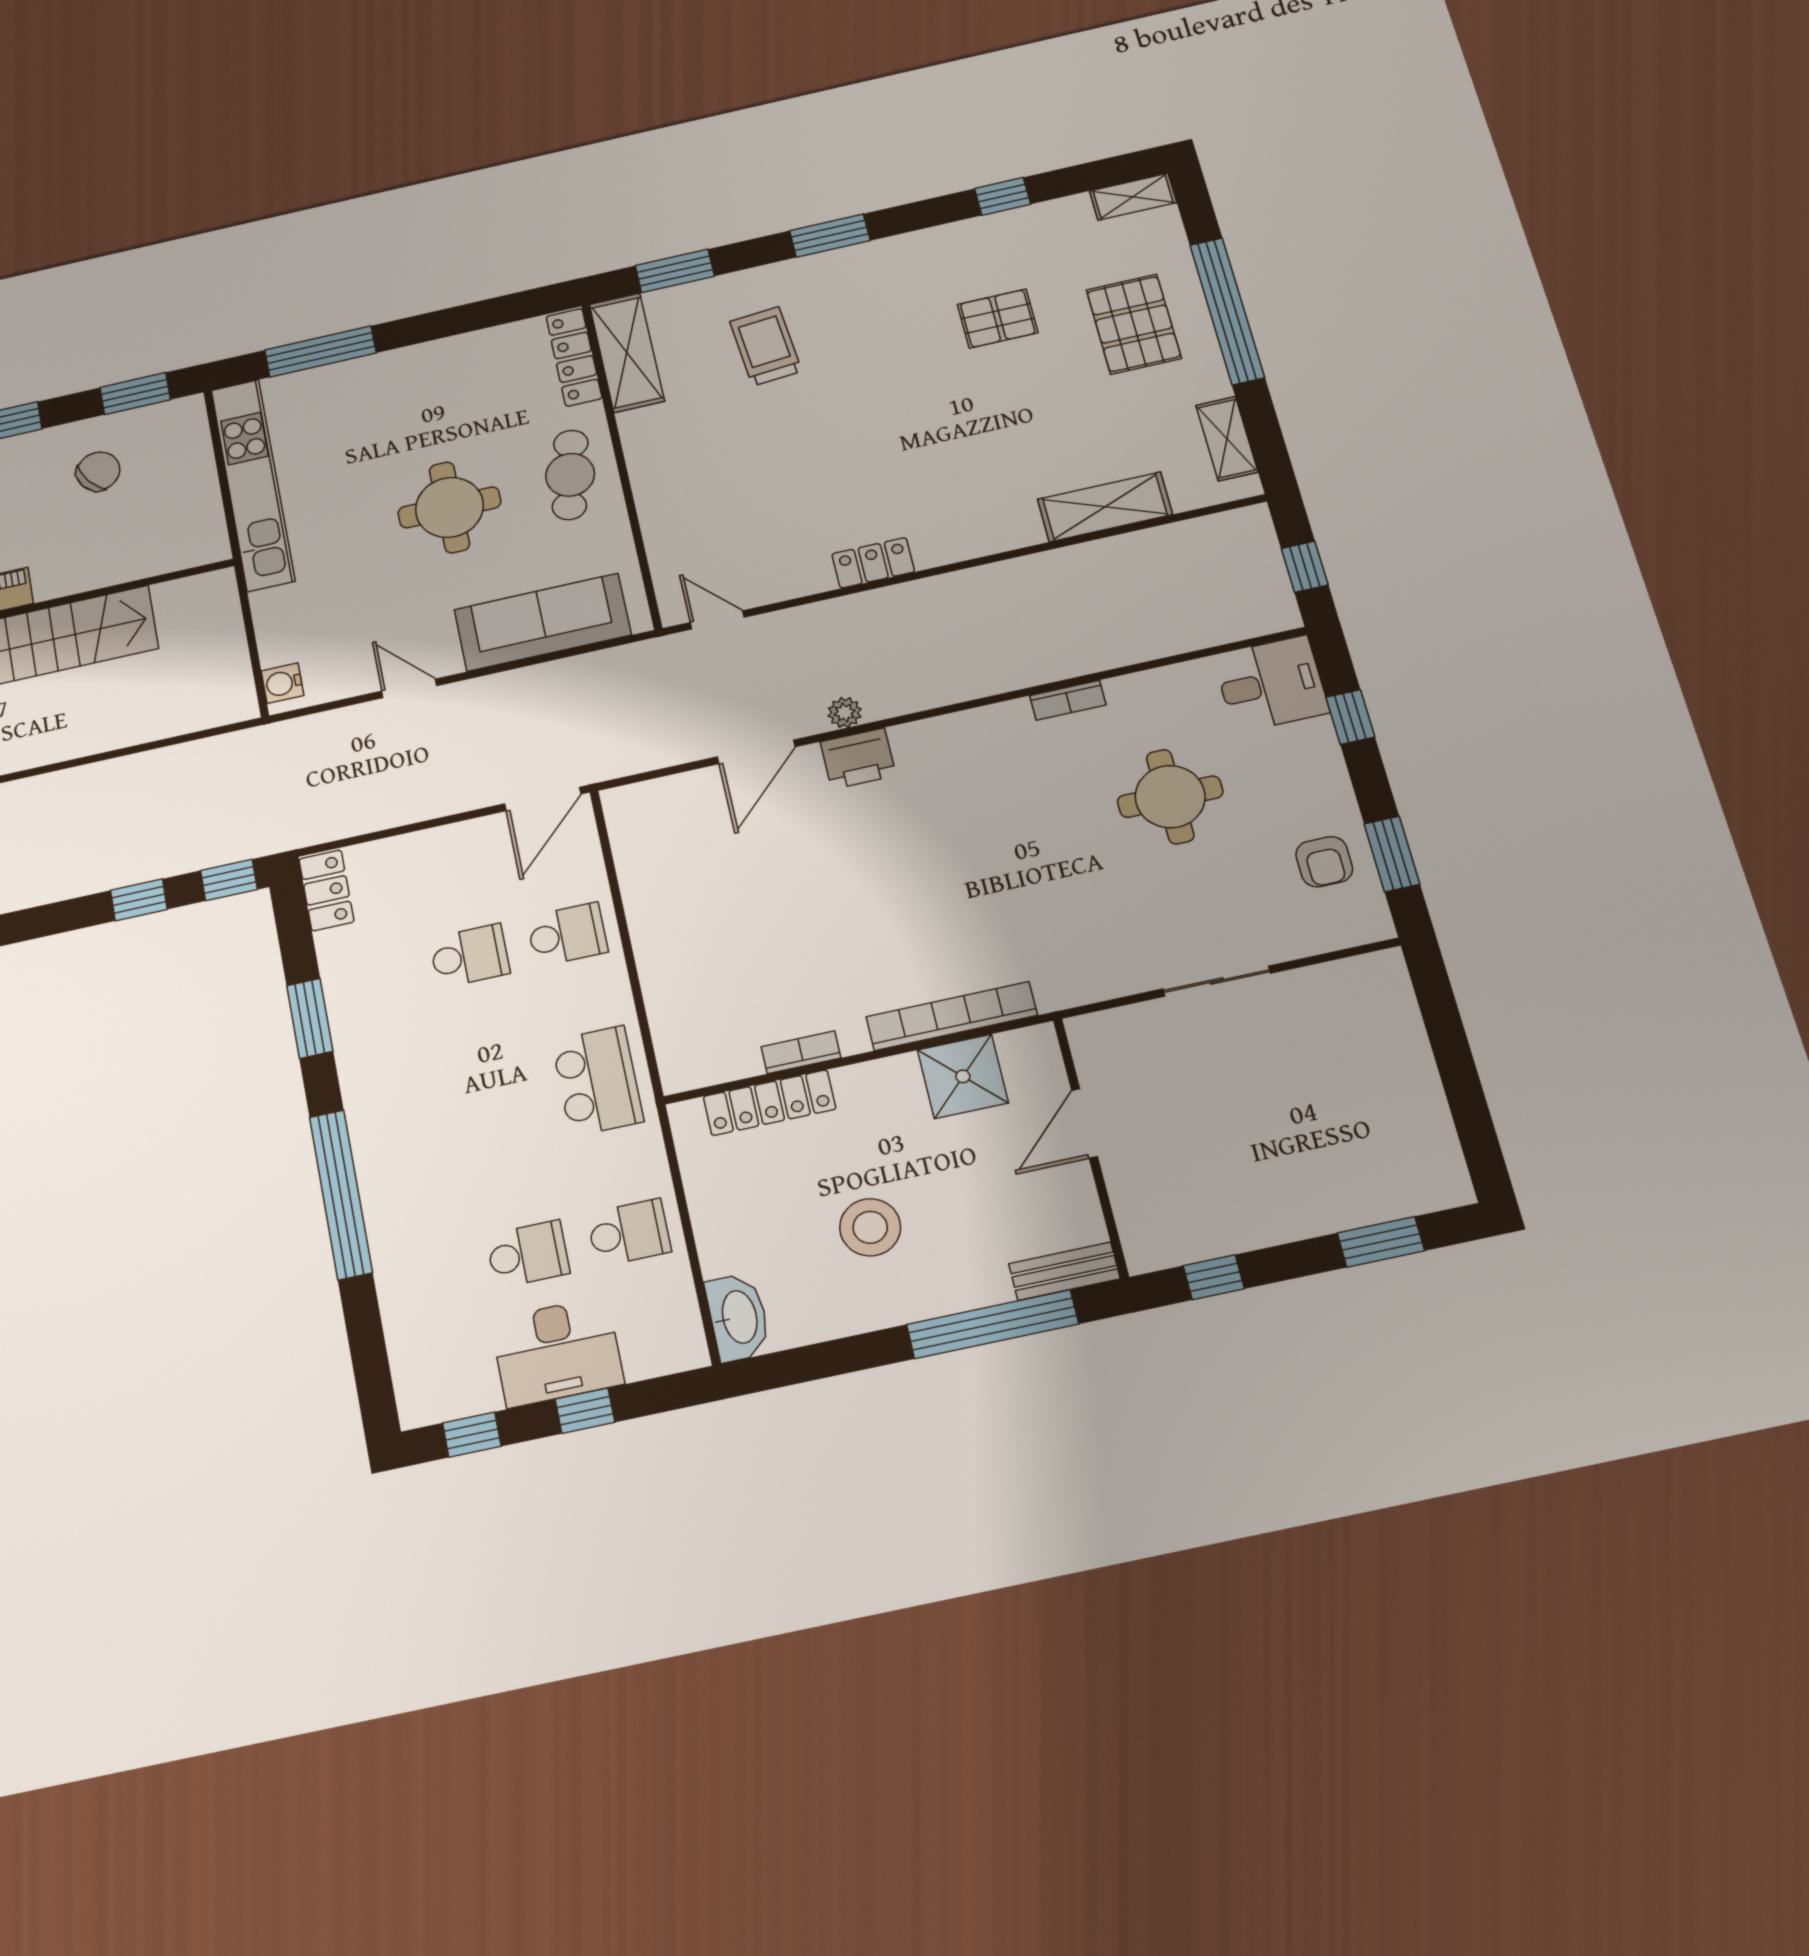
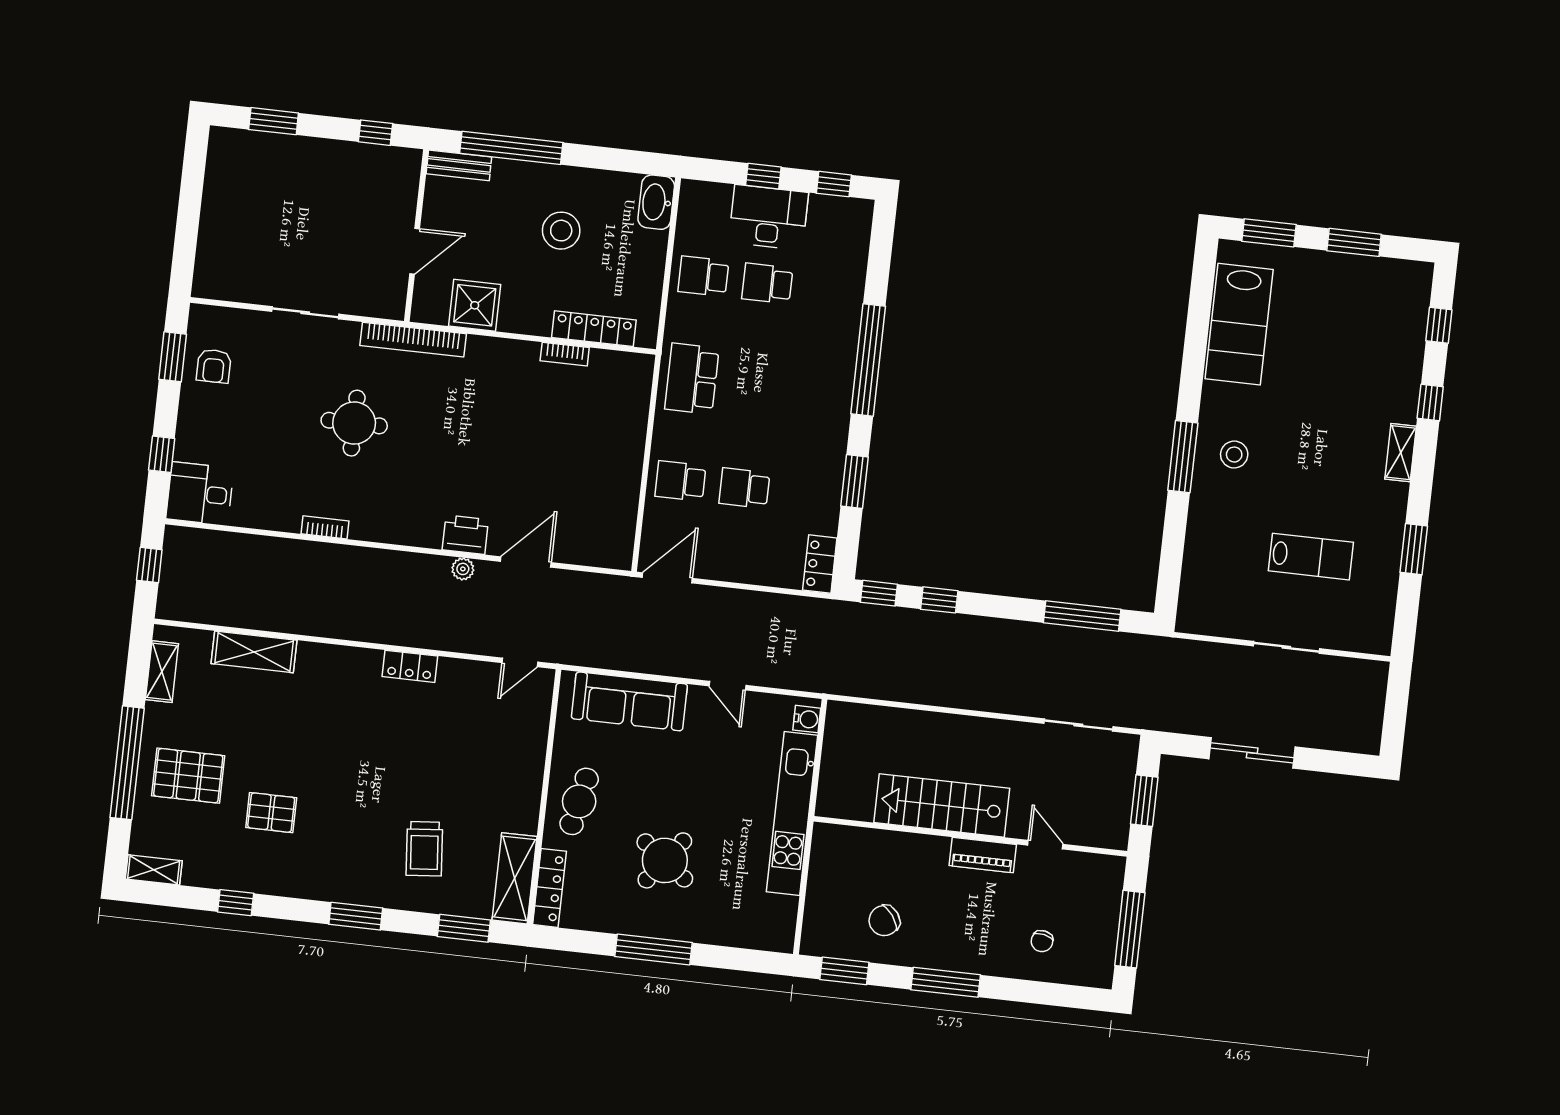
pallet: (1134, 324) -> (188, 776), turned 90
window: (320, 351) -> (653, 949), moved
kitchen unit: (253, 485) -> (792, 814), moved
round table: (449, 507) -> (665, 860), moved, turned 37
door: (717, 620) -> (520, 662), hinge flipped
round table: (1170, 797) -> (354, 423), moved
armchair: (1324, 862) -> (214, 366), turned 180
bookcase: (952, 1016) -> (413, 340), moved

